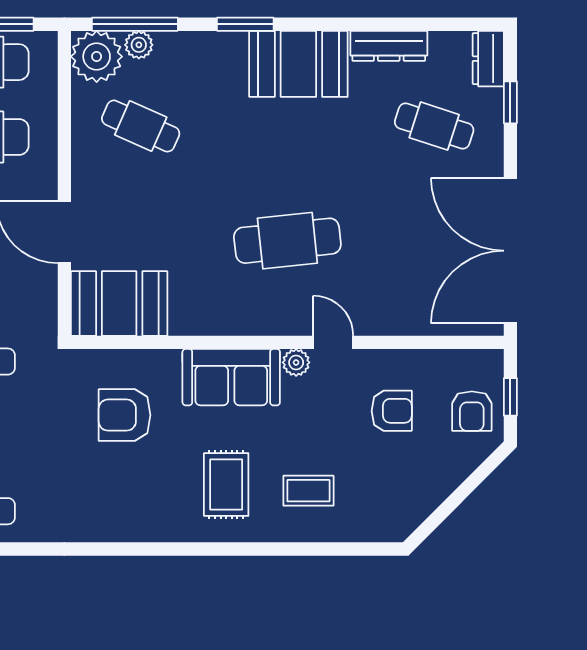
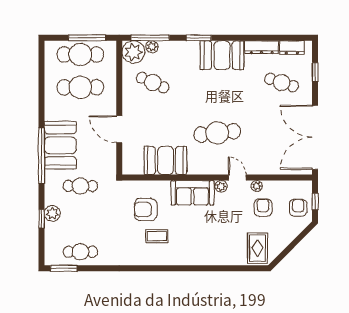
dresser: (488, 59) -> (292, 48), moved, turned -90
booth: (119, 304) -> (165, 160), moved
plant: (377, 362) -> (257, 186), added
armchair: (392, 411) -> (263, 208), turned -90
armchair: (472, 411) -> (298, 208), turned 180
rug: (226, 485) -> (257, 248), moved
coffee table: (308, 491) -> (157, 236), moved

